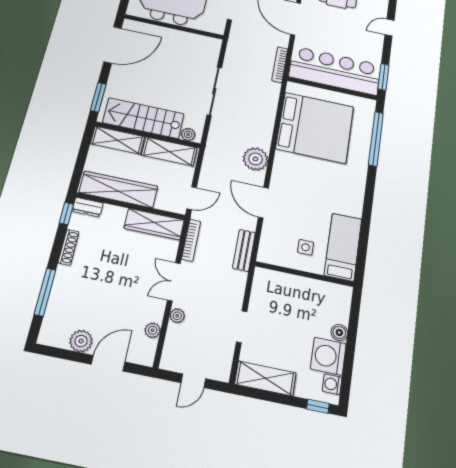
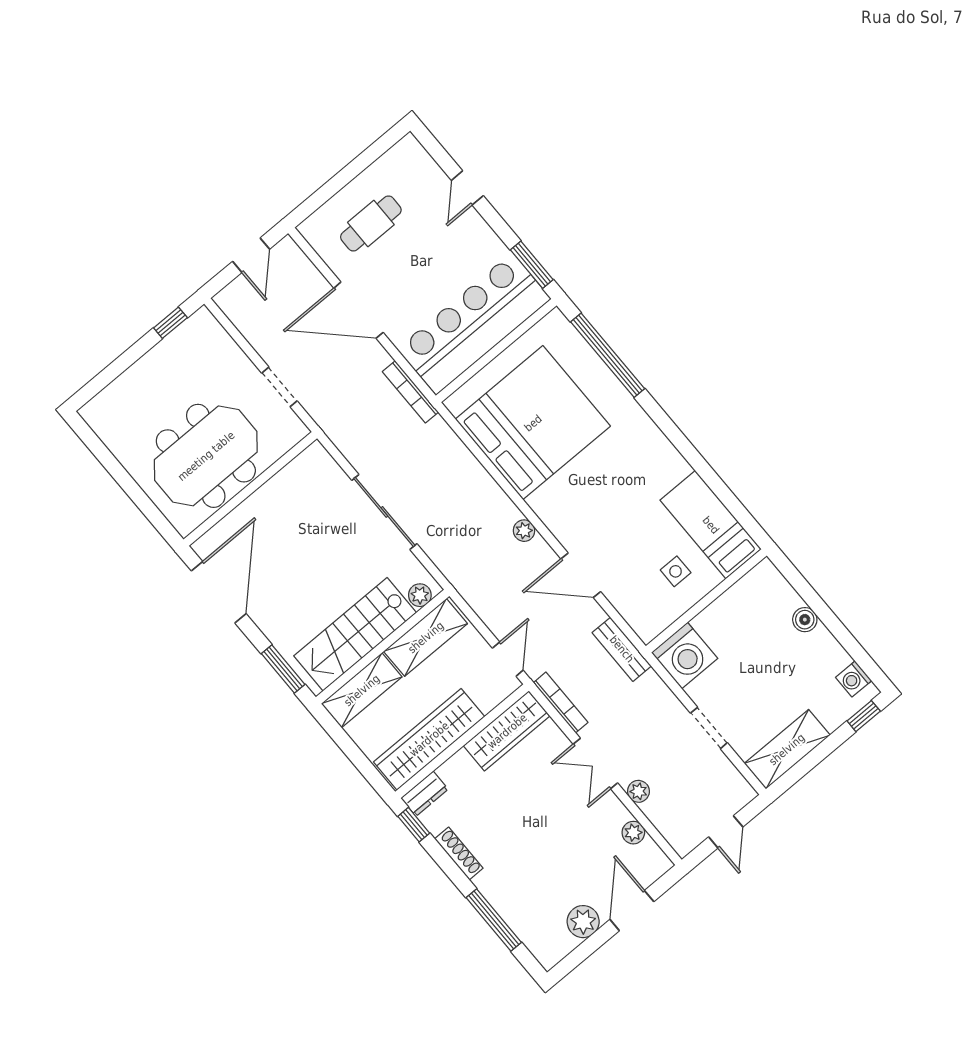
plant: (255, 159) -> (524, 531), width x0.53, depth x0.53
washing machine: (328, 356) -> (684, 655), moved, turned -90

